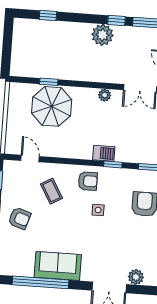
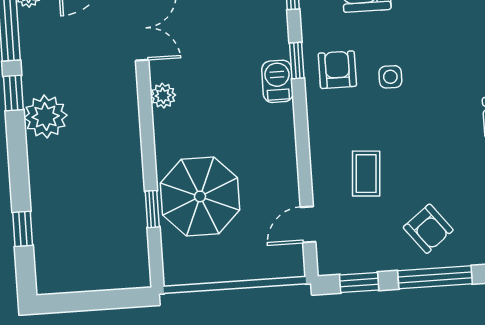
armchair: (88, 181) -> (337, 70), moved
coffee table: (51, 191) -> (366, 174), turned -56
armchair: (20, 218) -> (428, 229), turned 124

